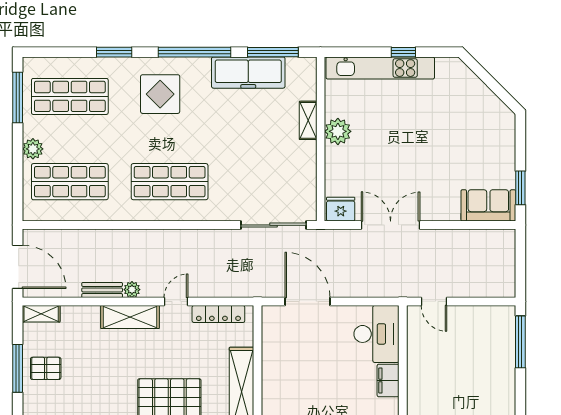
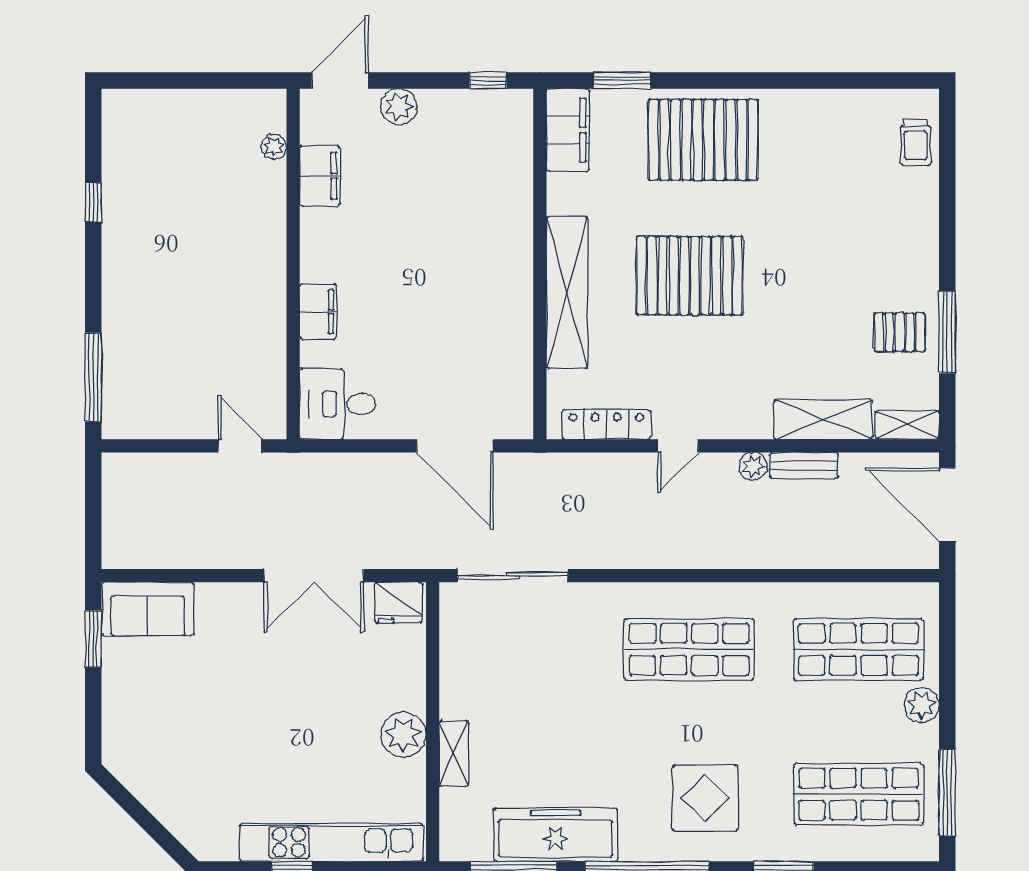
shelving: (130, 317) -> (823, 419), moved
desk: (377, 334) -> (338, 404), width x0.73

